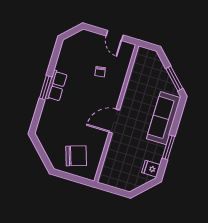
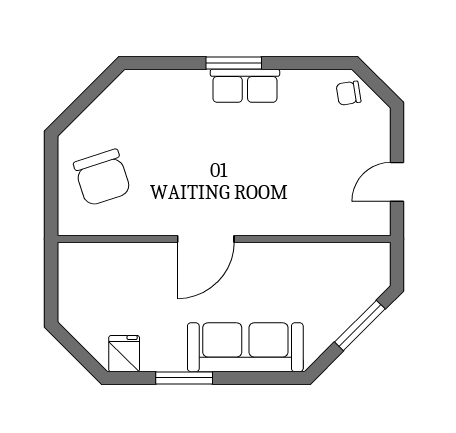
chair: (100, 72) -> (348, 93), moved
window: (174, 79) -> (360, 325), moved
door: (114, 121) -> (206, 239), swing flipped

